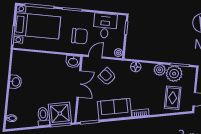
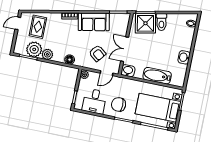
chair: (80, 36) -> (119, 104), moved
bathtub: (42, 60) -> (157, 76), added

